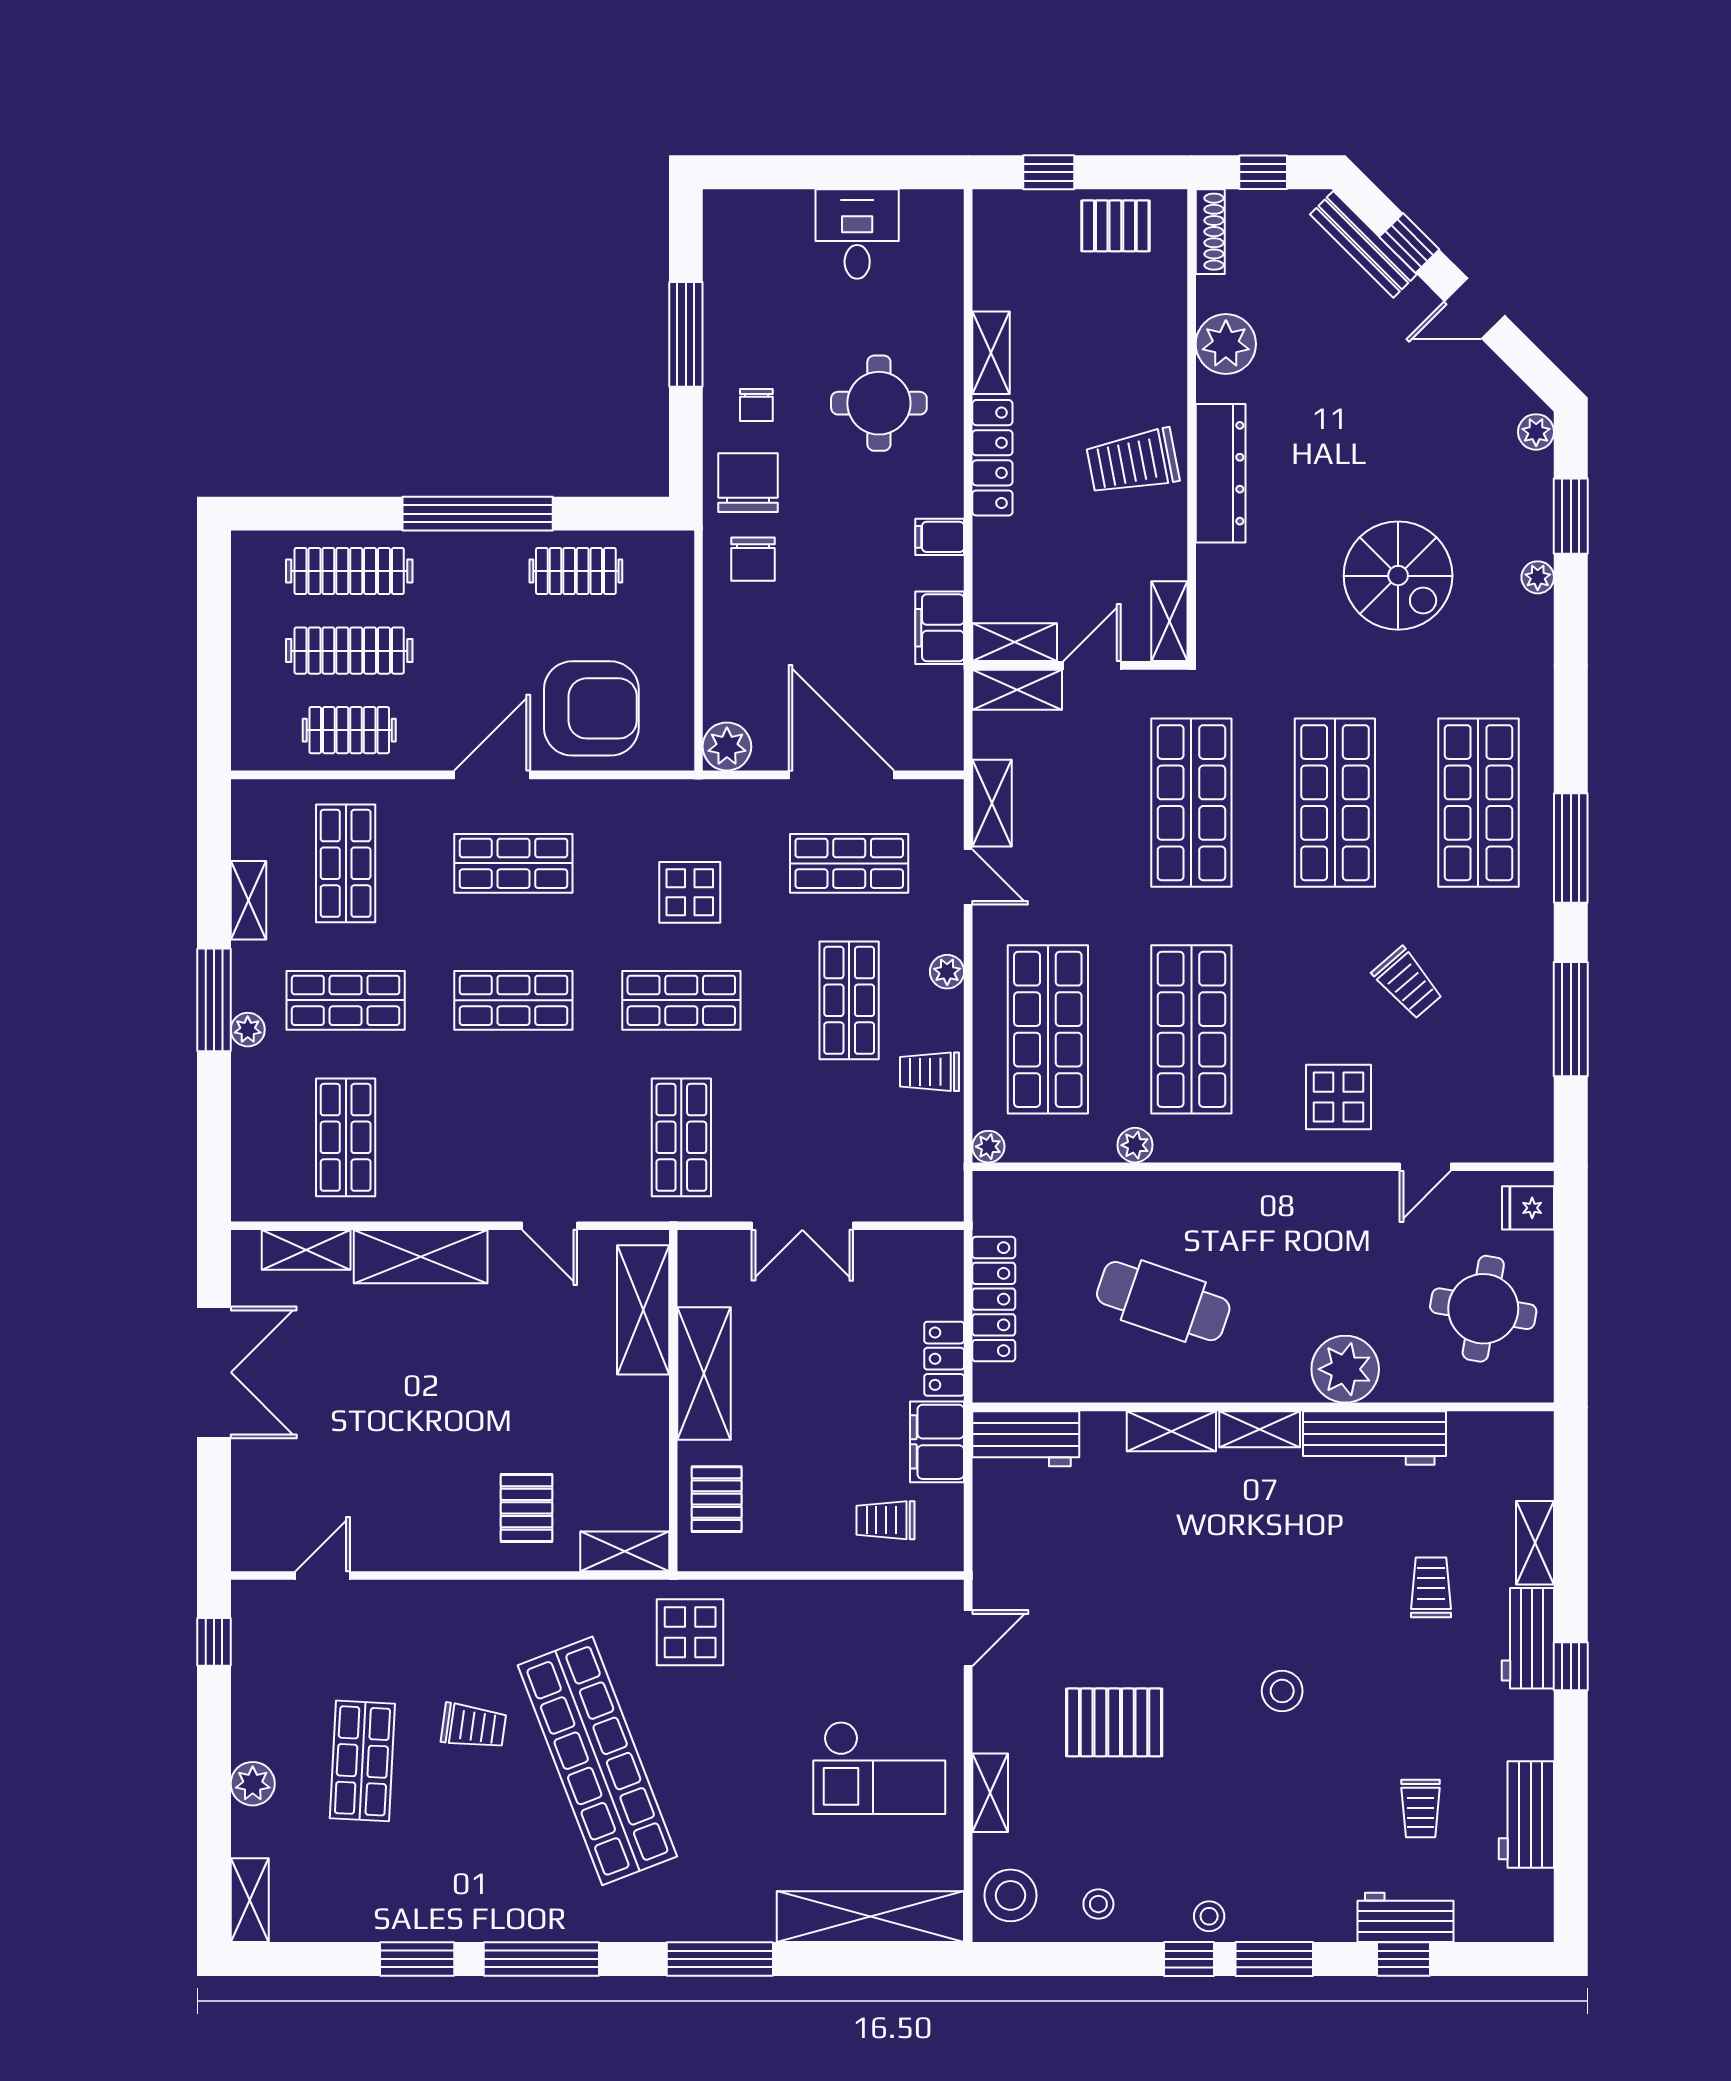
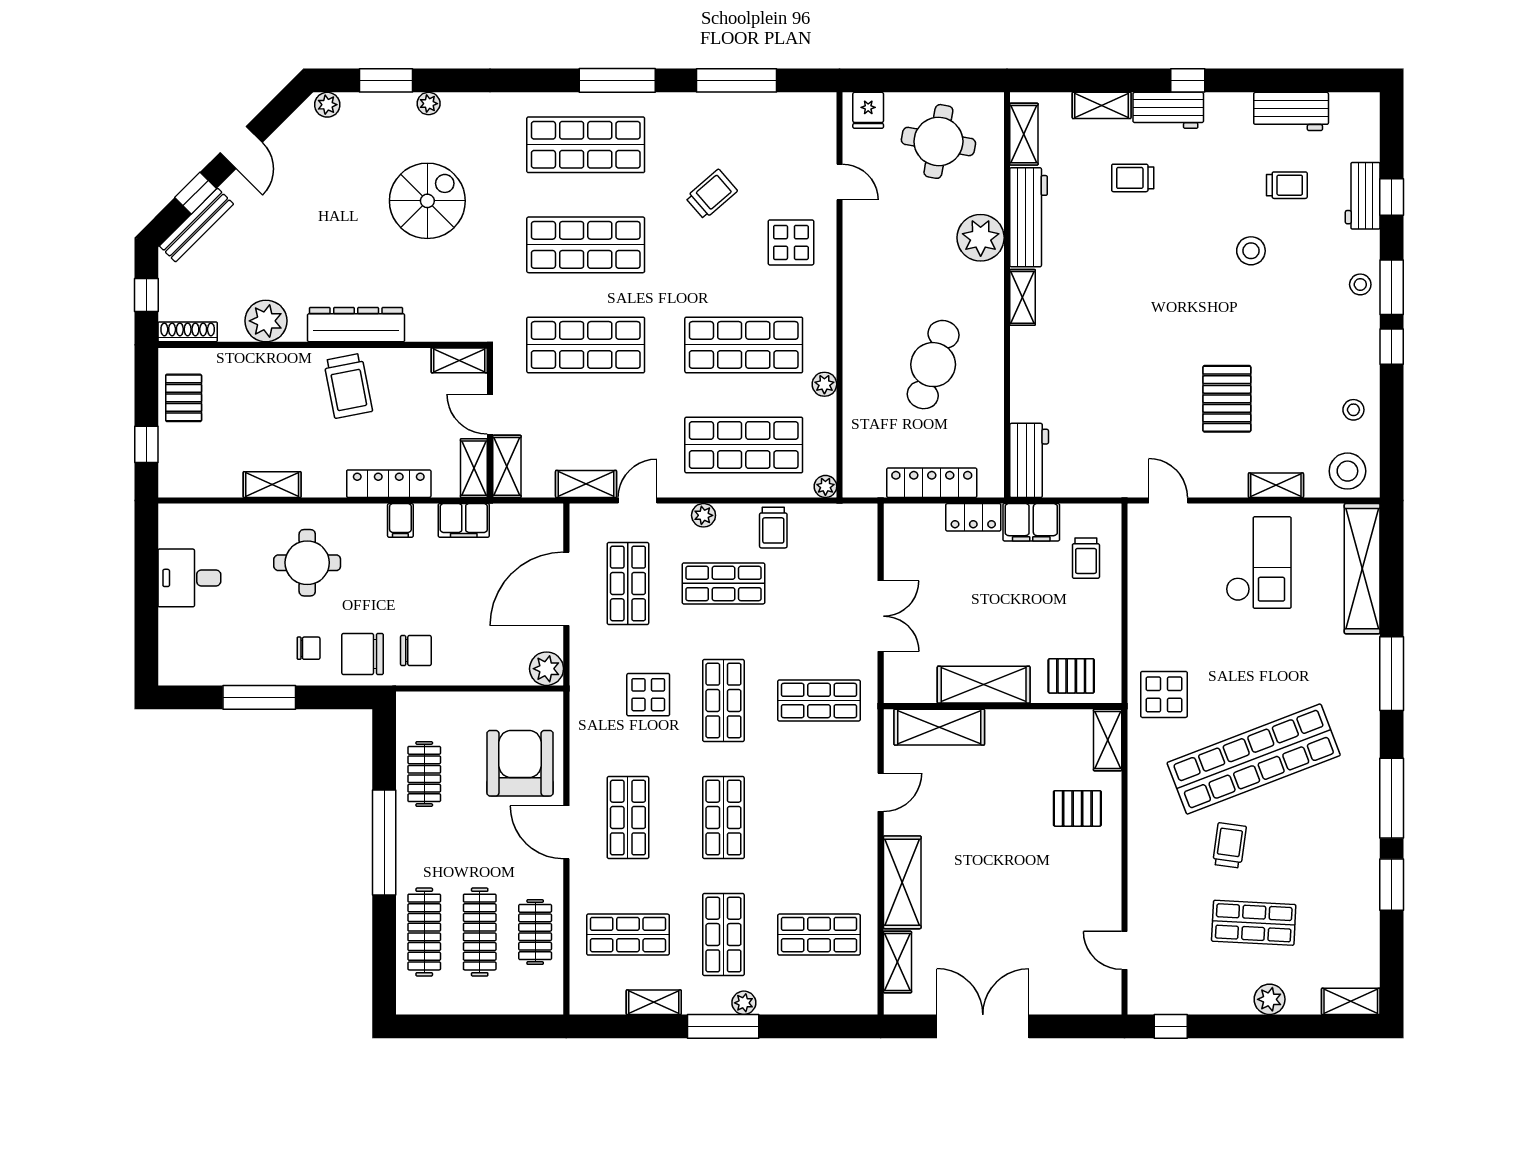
locker: (992, 458) -> (389, 484), moved
shelving: (1171, 1431) -> (1024, 134), moved
stool: (1282, 1691) -> (1251, 251), moved
stool: (1209, 1916) -> (1360, 284), moved

